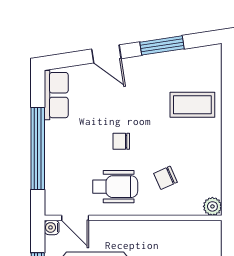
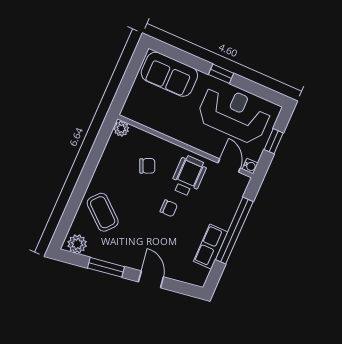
plant: (205, 57) -> (77, 244), added
row of seats: (56, 95) -> (211, 247), moved
coffee table: (192, 105) -> (103, 212), turned 41
wheelchair: (115, 187) -> (188, 176), turned 90

